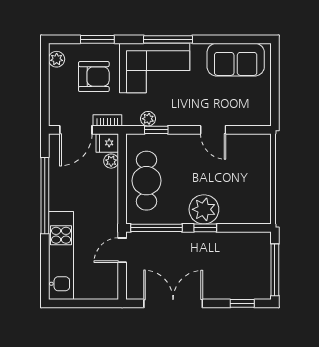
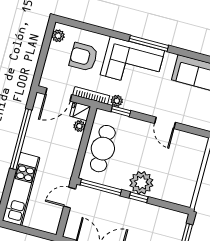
window: (97, 39) -> (94, 29), removed
armchair: (94, 77) -> (83, 57), turned 180
bookcase: (107, 120) -> (91, 95), width x1.56

